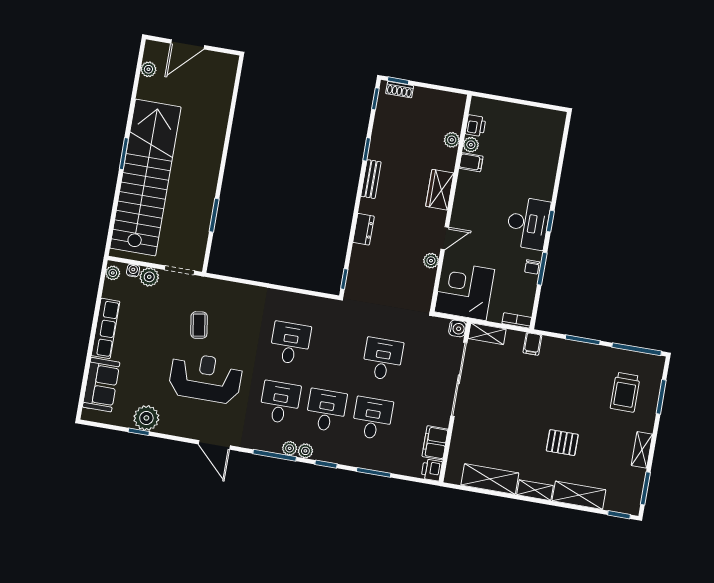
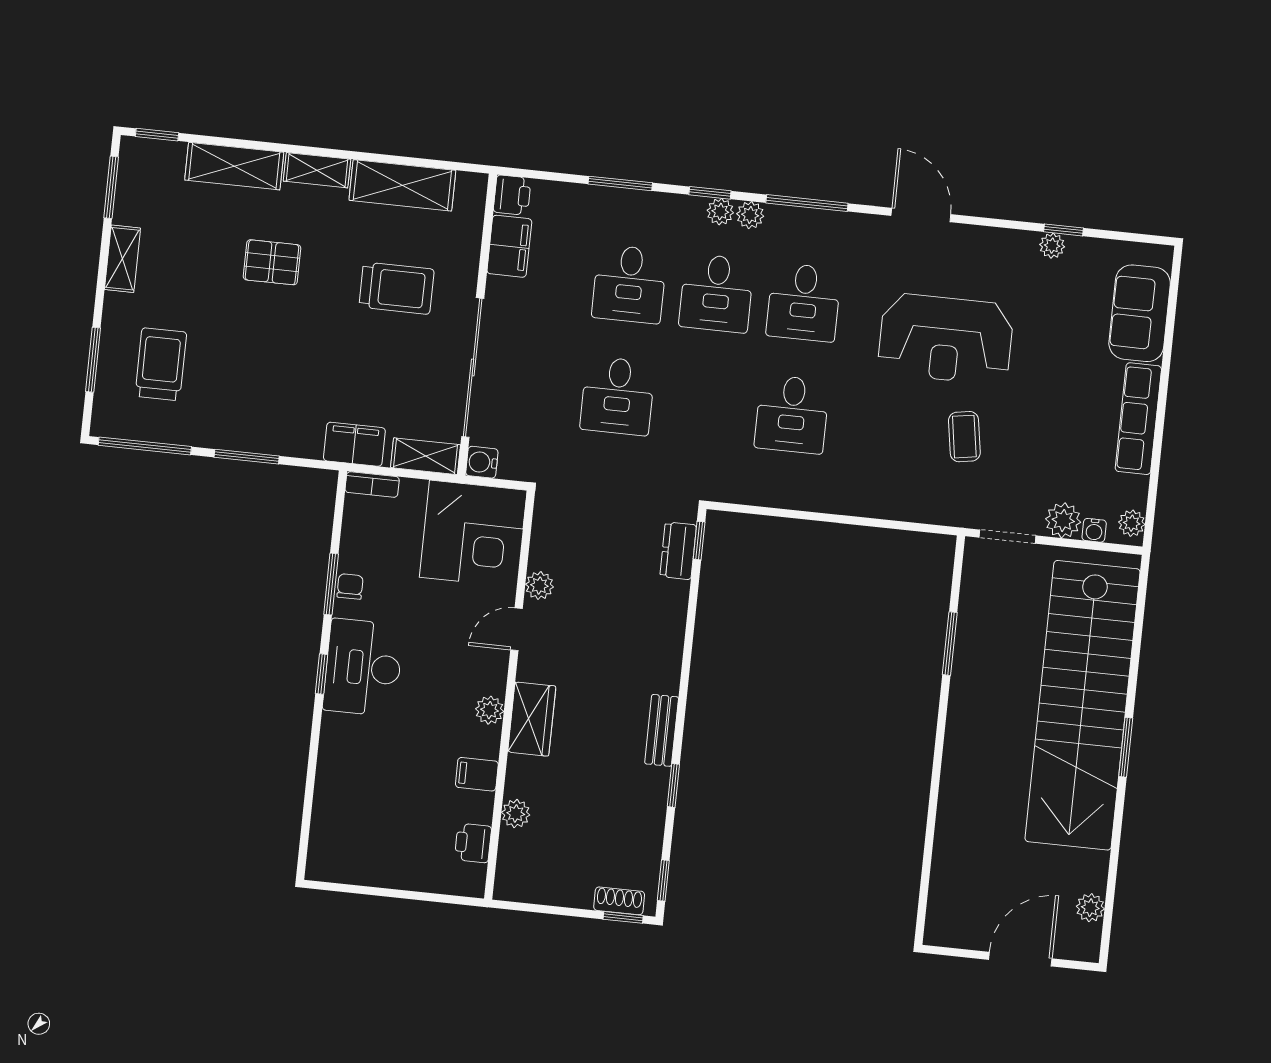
plant: (471, 145) -> (490, 710), moved
dresser: (363, 229) -> (678, 551), moved
filing cabinet: (532, 344) -> (354, 444), width x2.00
plant: (146, 418) -> (1052, 246), width x0.53, depth x0.53
trolley: (497, 424) -> (397, 288), added
plant: (290, 448) -> (720, 212), moved

